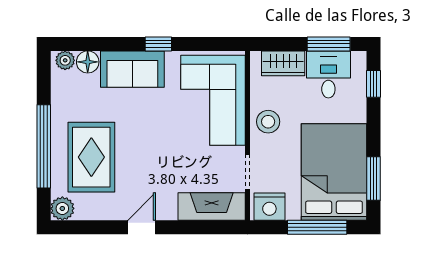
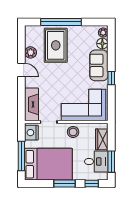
rug: (91, 157) -> (56, 45), turned 90
window: (374, 178) -> (65, 184), moved
plant: (62, 208) -> (31, 52), moved

